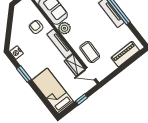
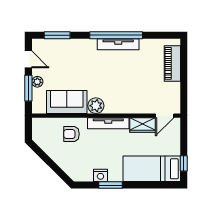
coffee table: (90, 52) -> (141, 99), removed
nightstand: (16, 53) -> (100, 175), moved
window: (82, 99) -> (184, 163), moved

